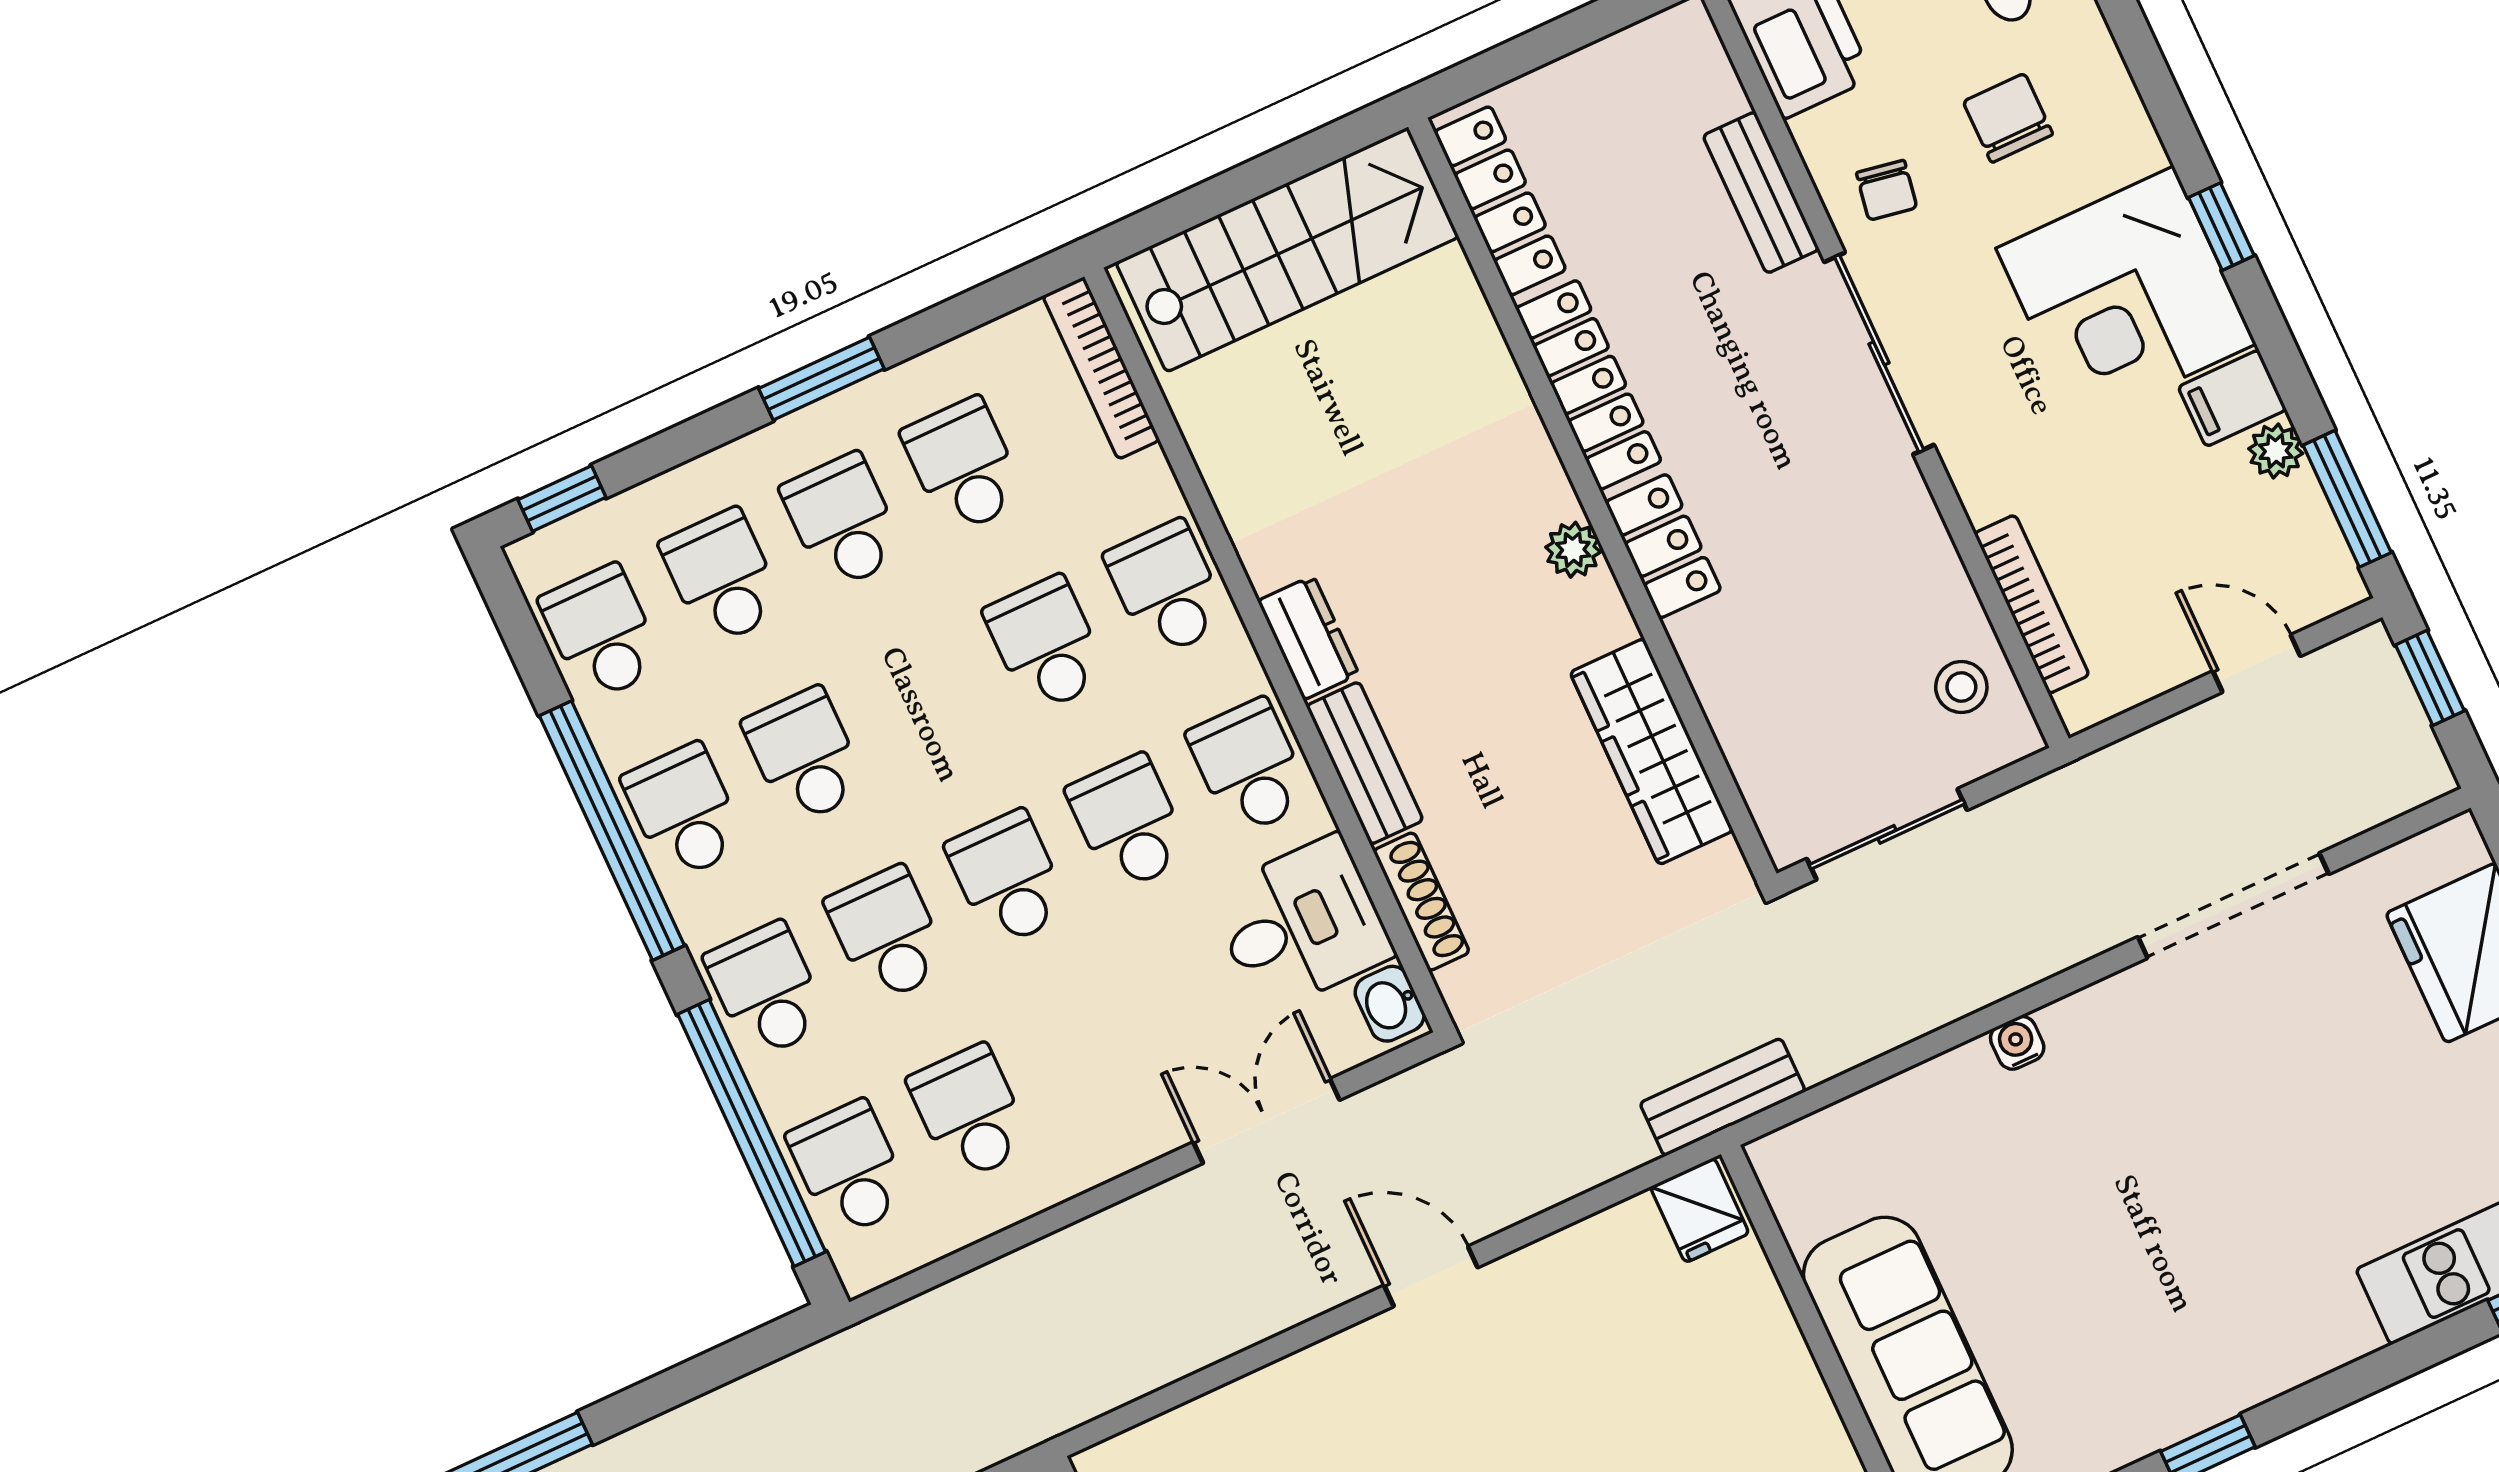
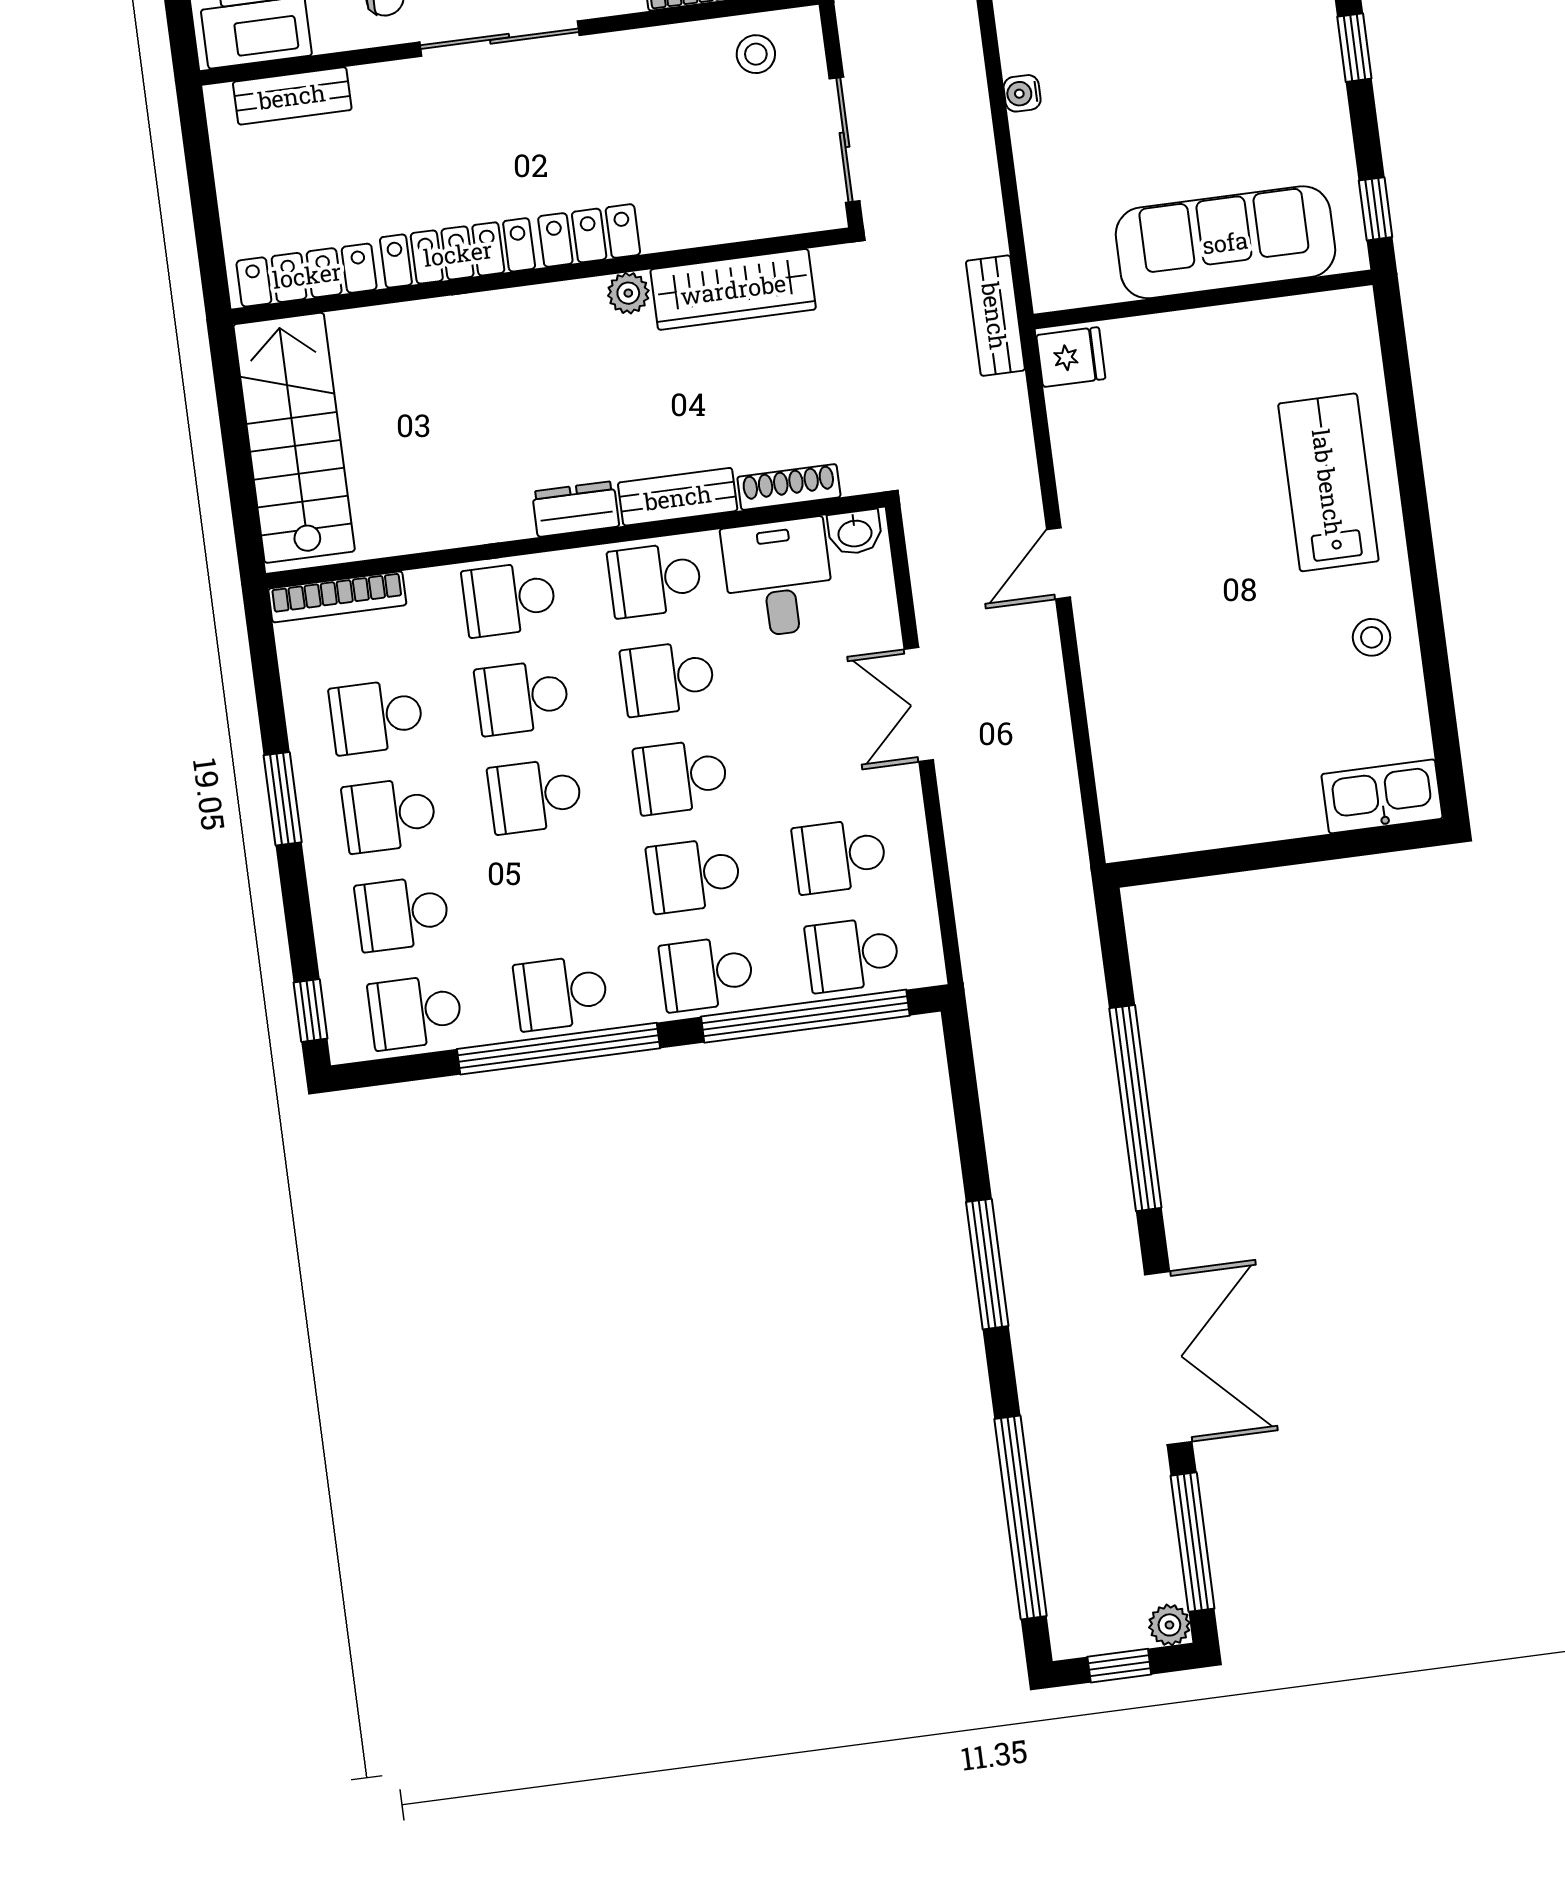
bench: (1761, 193) -> (292, 96), moved
plant: (1573, 550) -> (628, 293), moved
school desk: (805, 756) -> (535, 796), moved
double door: (1267, 1121) -> (919, 705), moved

